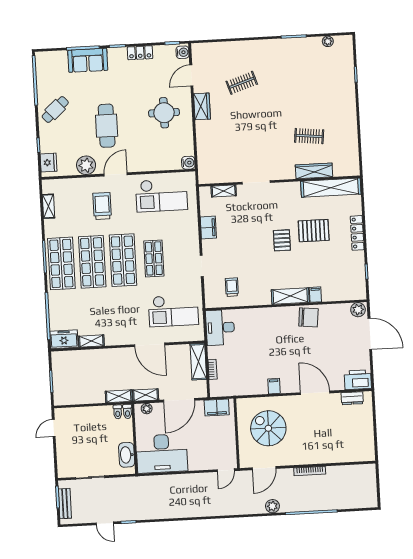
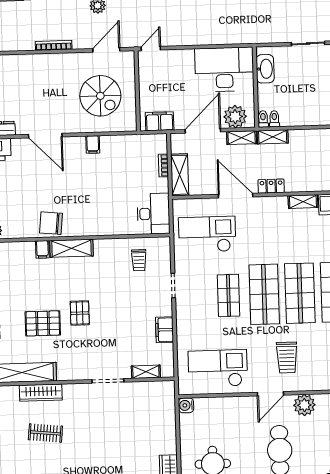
locker: (119, 354) -> (271, 186), added
plant: (147, 409) -> (235, 117), width x1.87, depth x1.87

